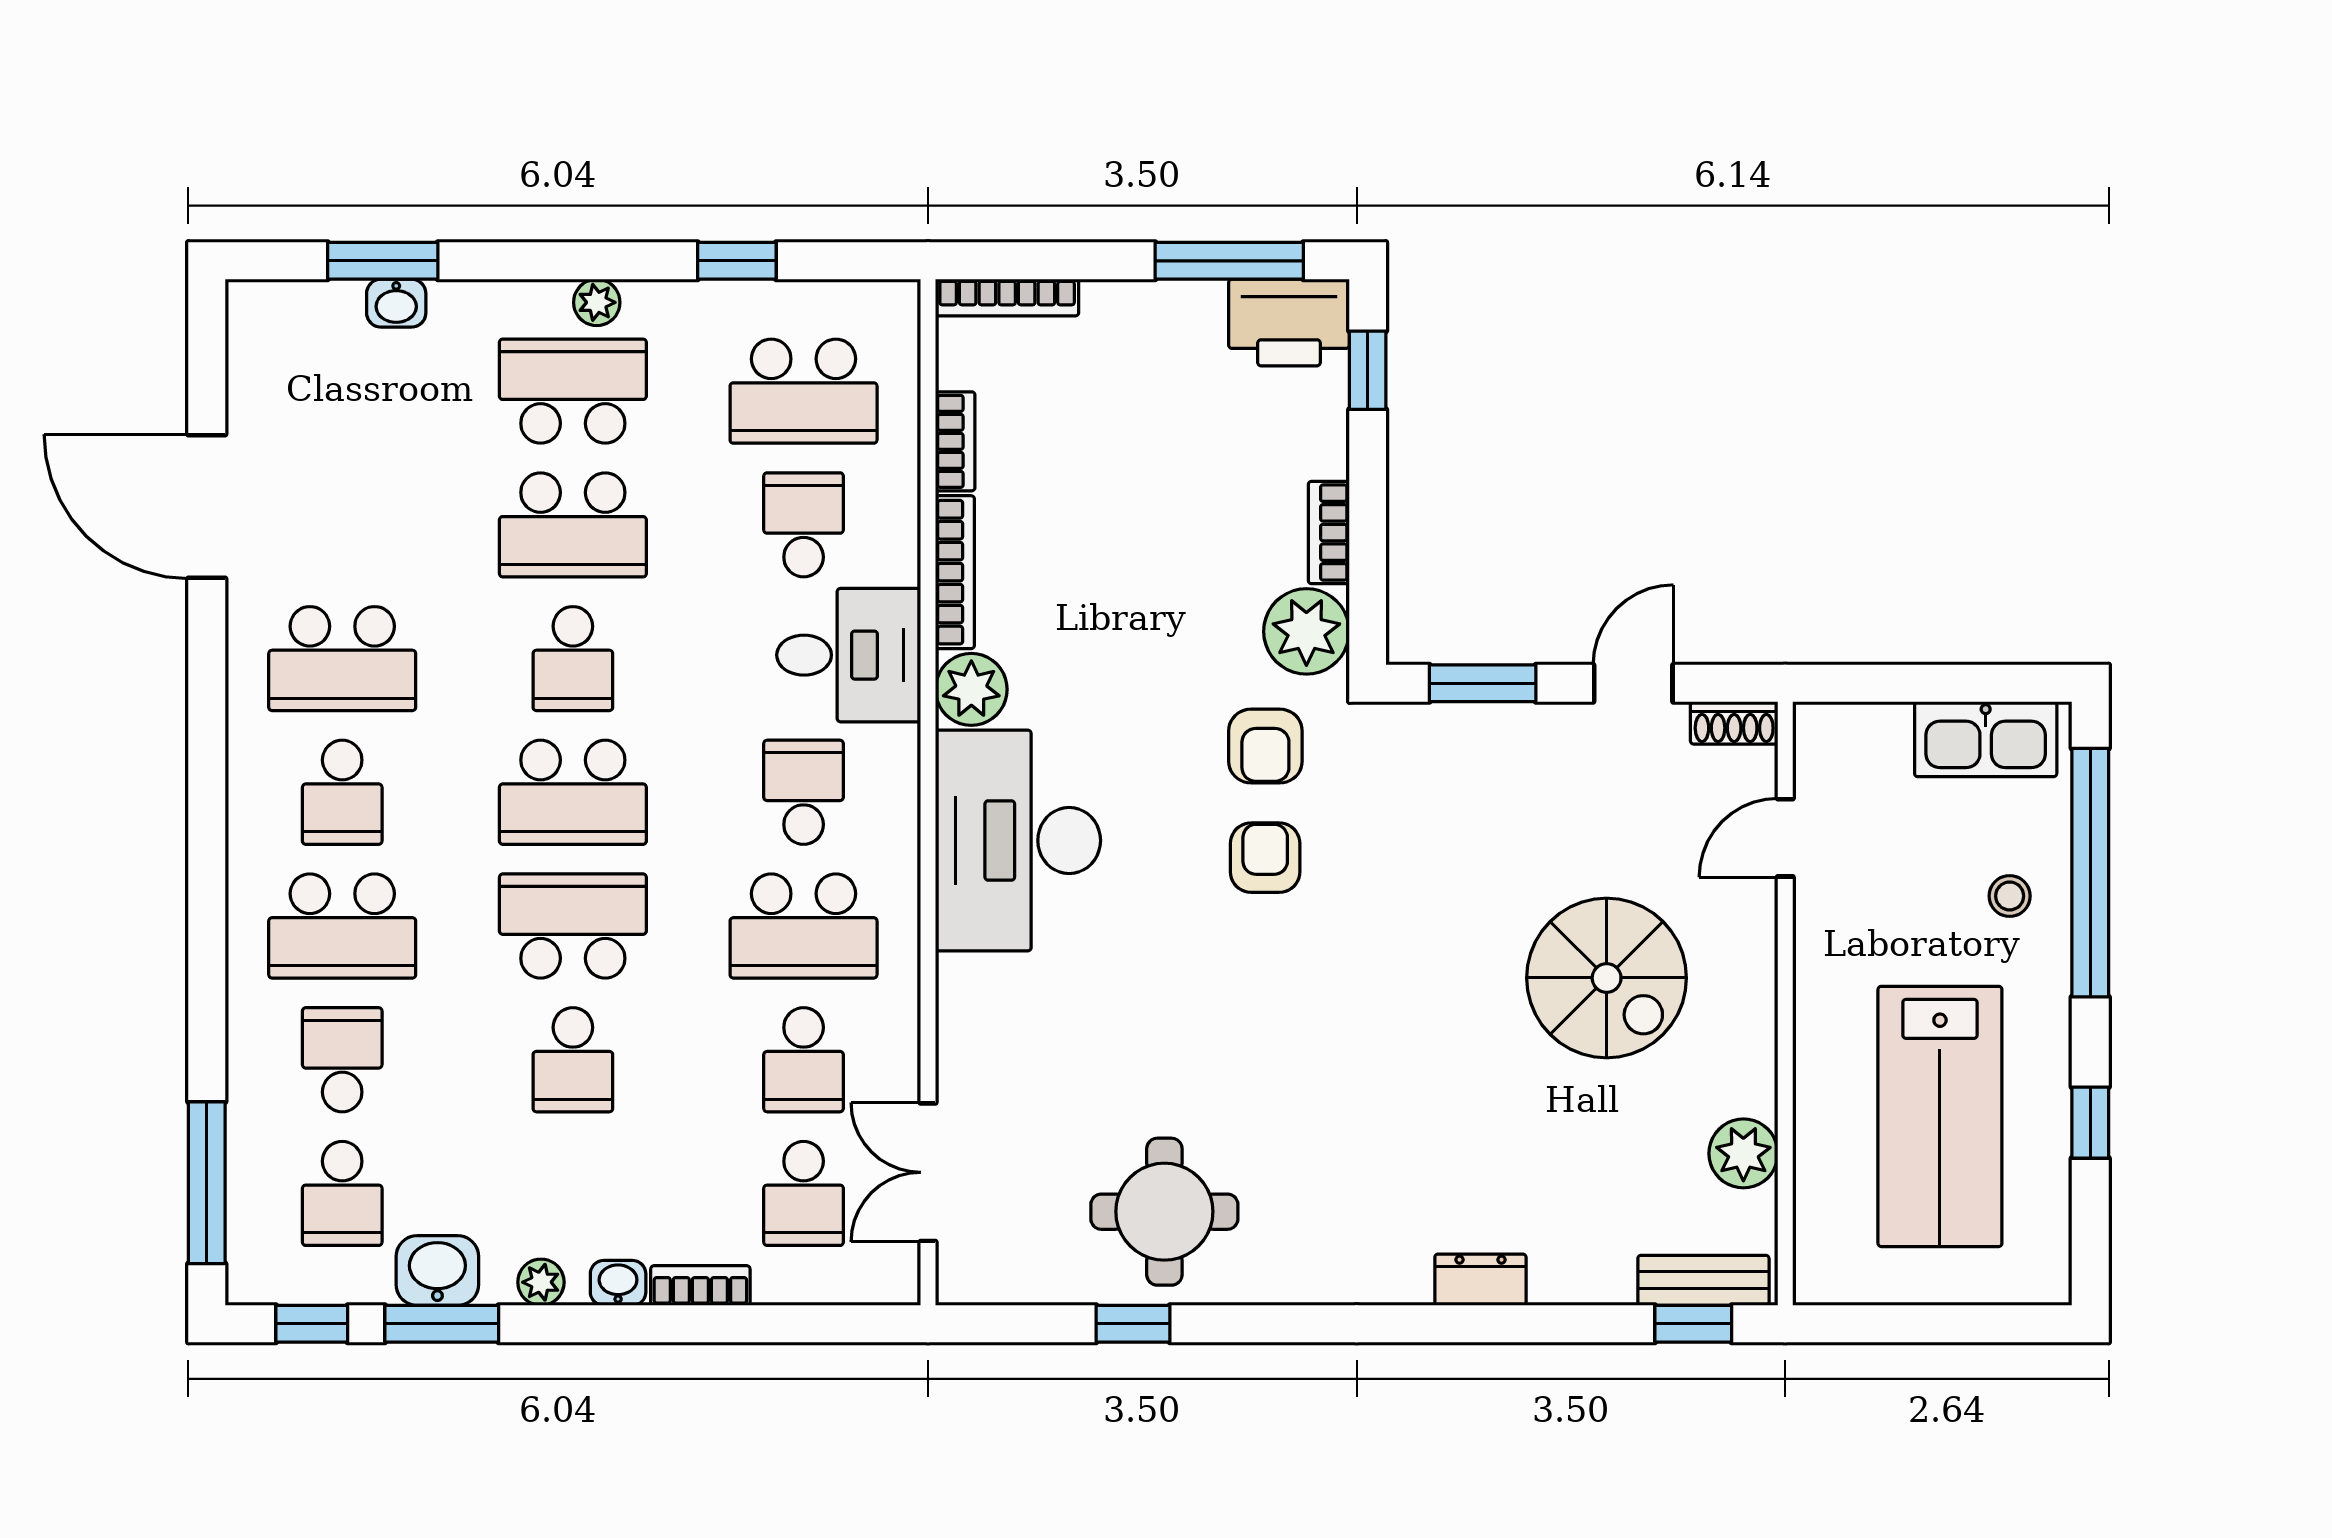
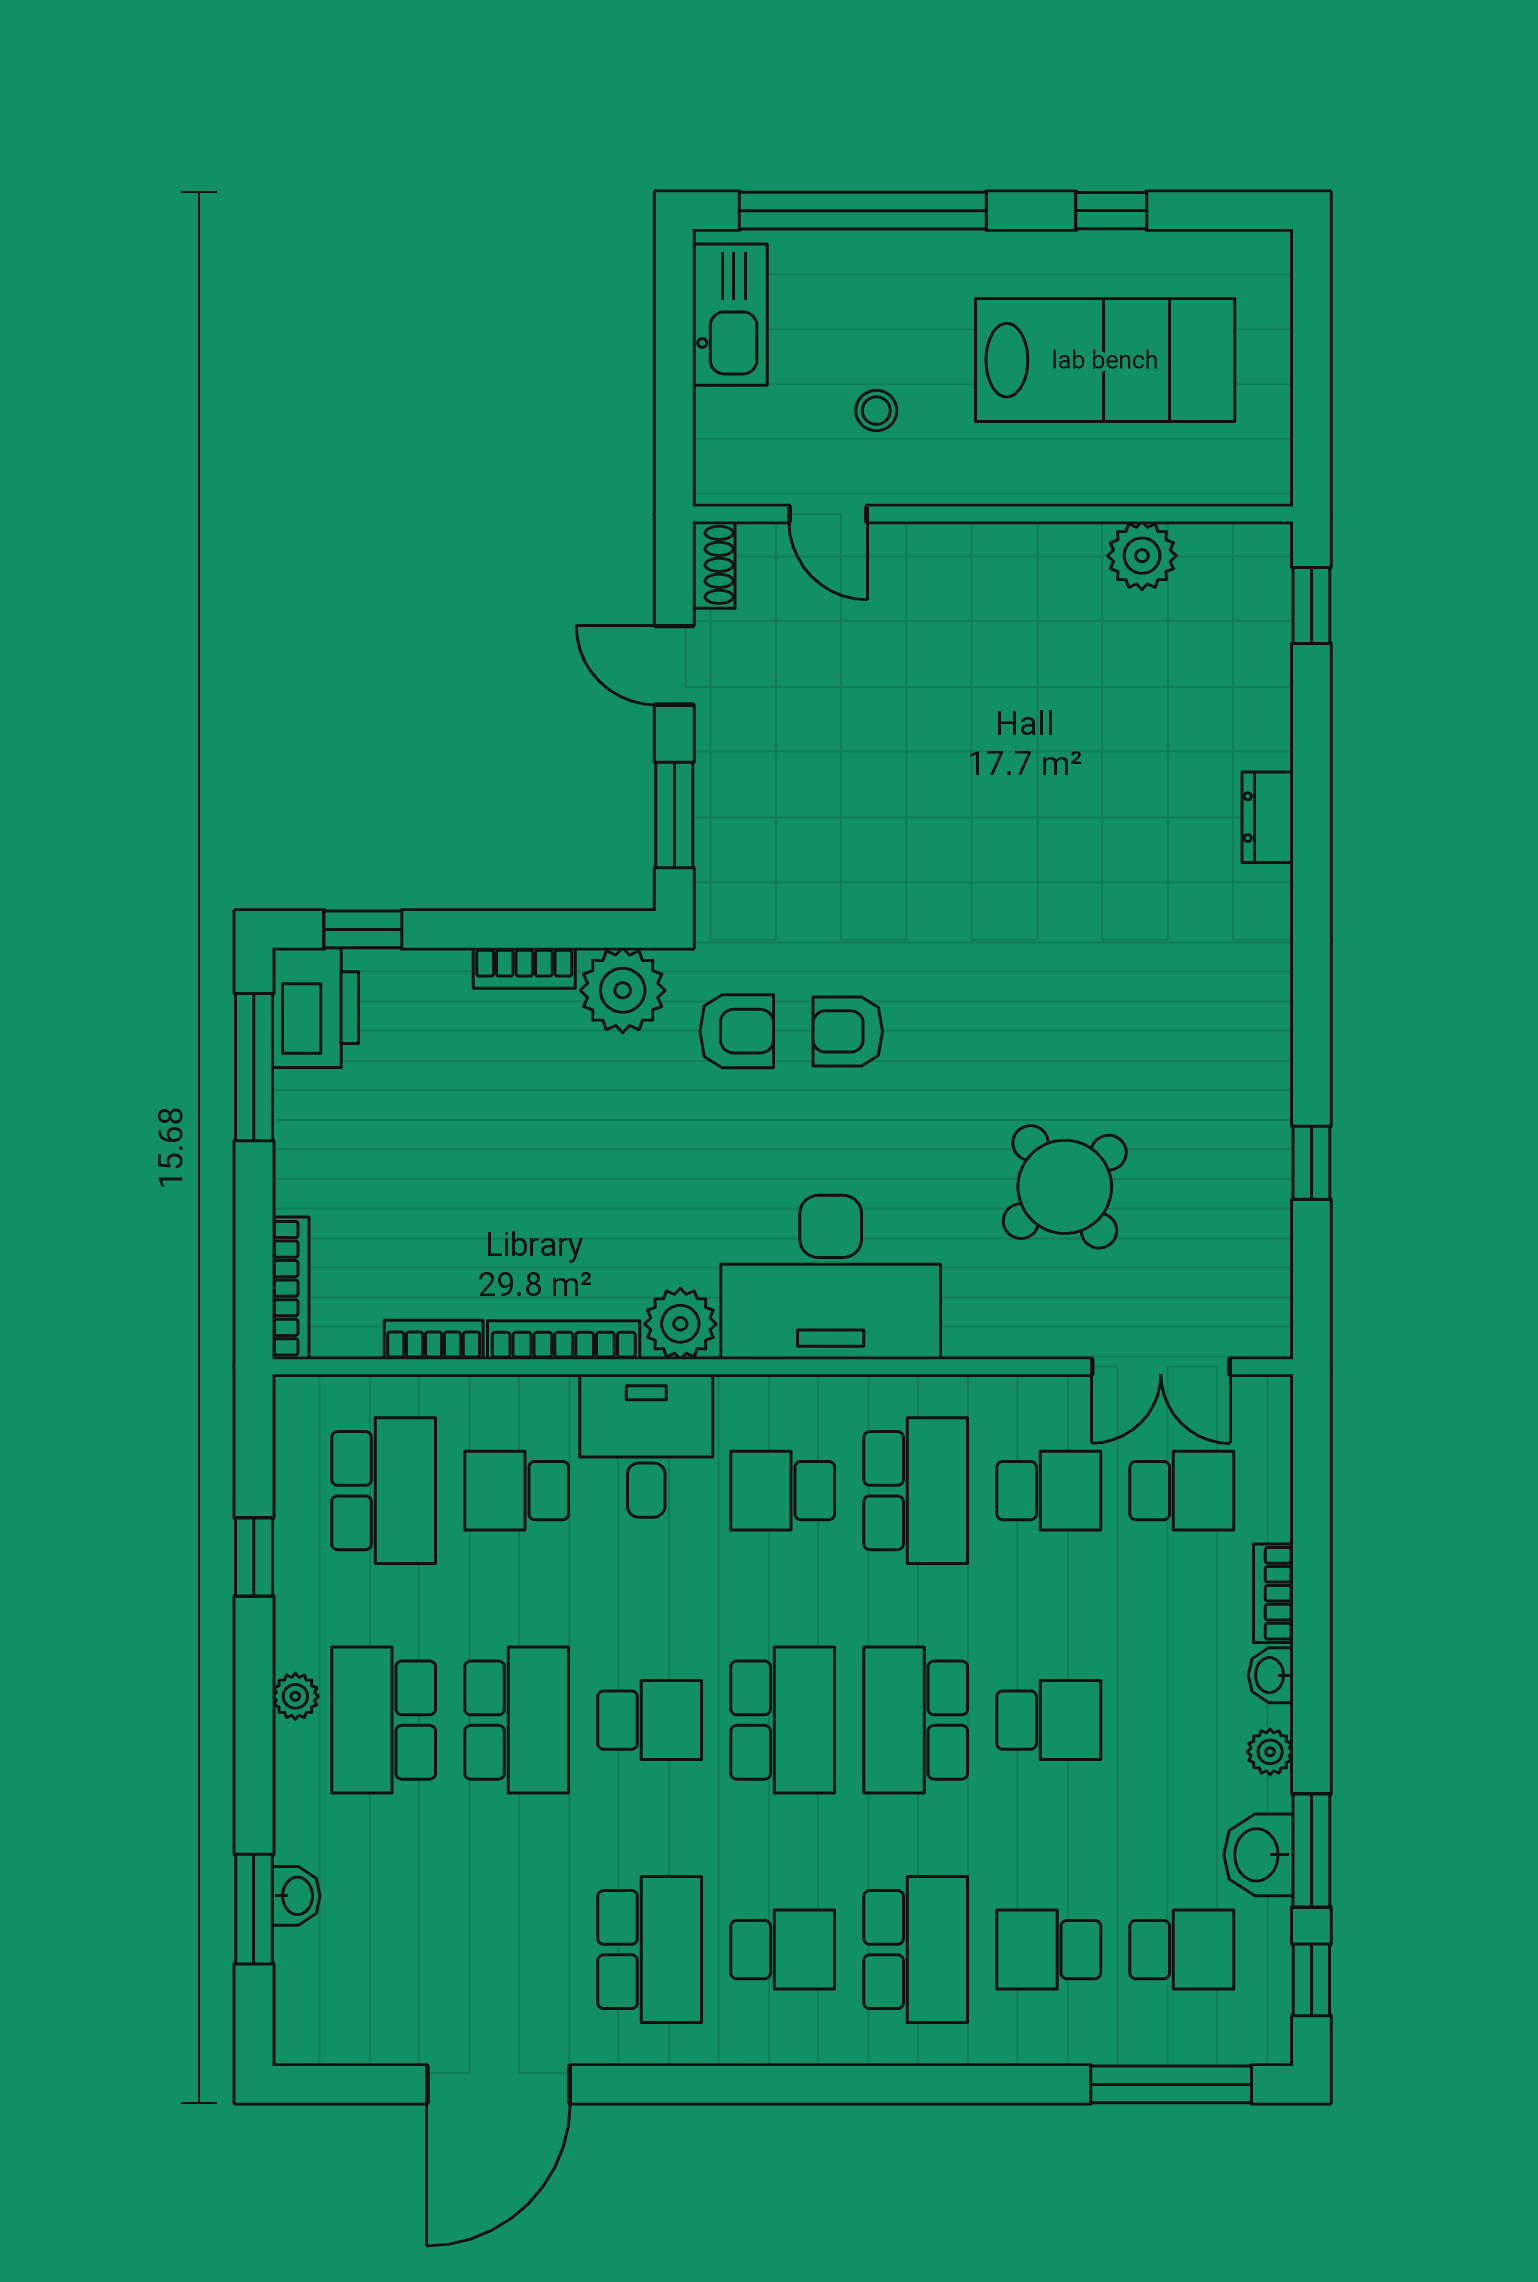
stool: (2010, 896) -> (876, 411), moved
spiral stairs: (1607, 978) -> (967, 692), removed
round table: (1164, 1212) -> (1065, 1187), moved, turned -38
bench: (1703, 1280) -> (1268, 595), removed

